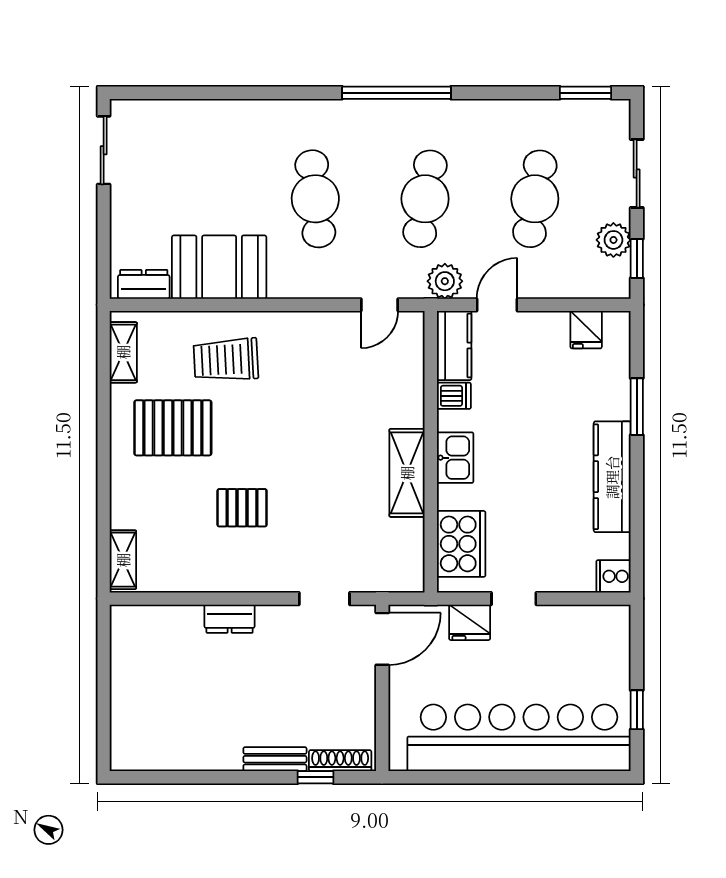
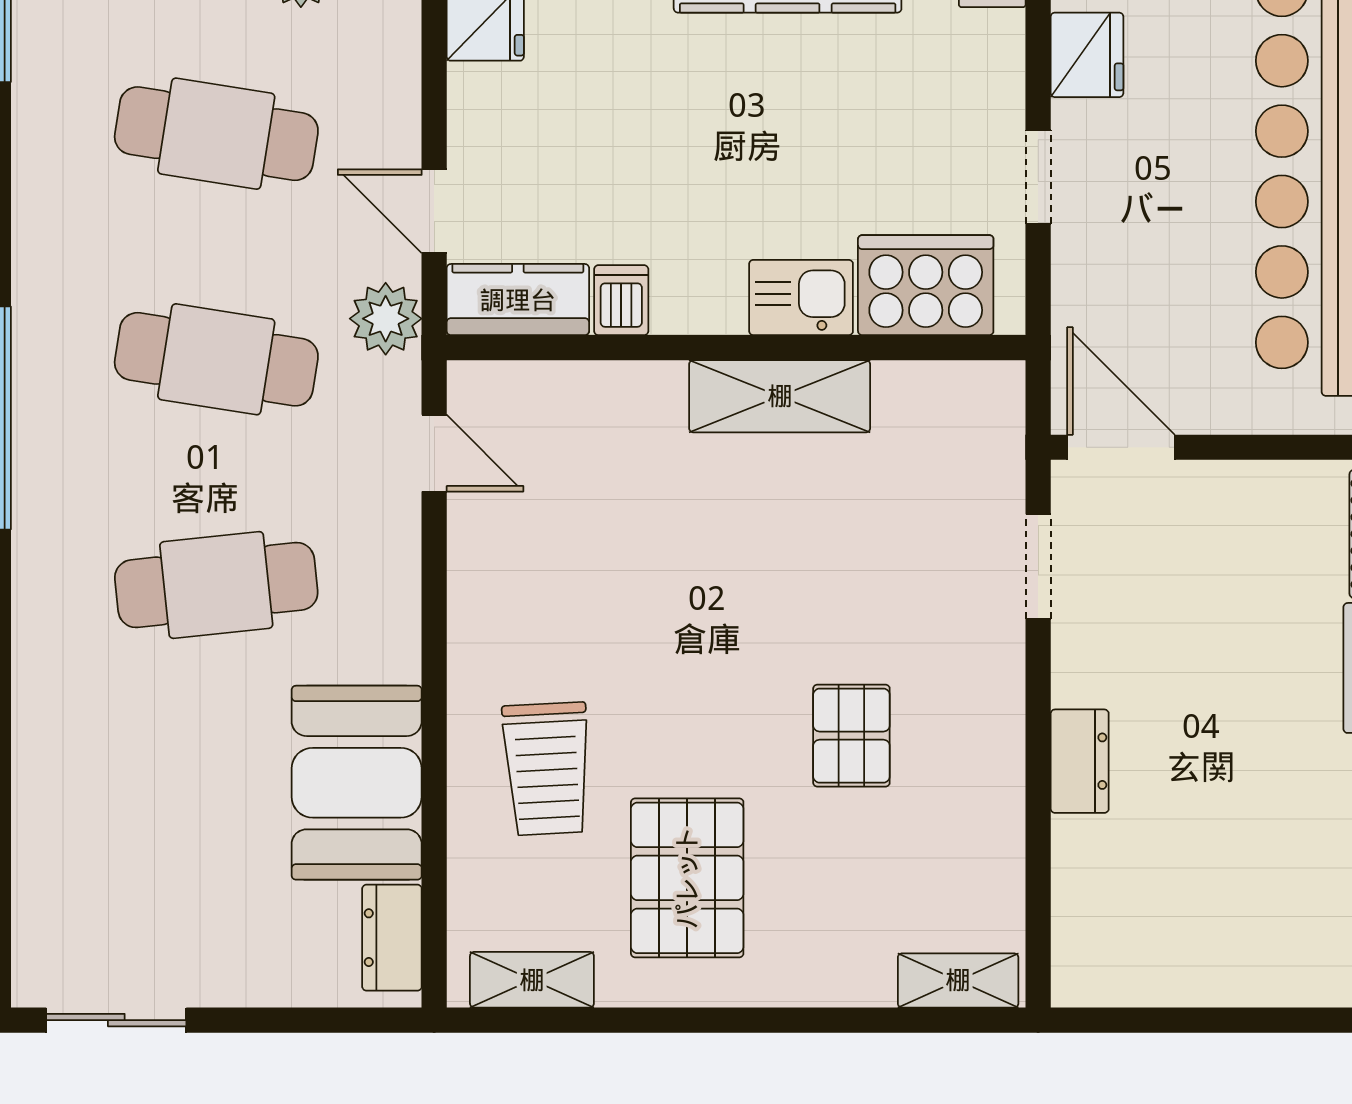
kitchen sink: (455, 458) -> (801, 297), moved
fridge: (470, 622) -> (1087, 55), moved

